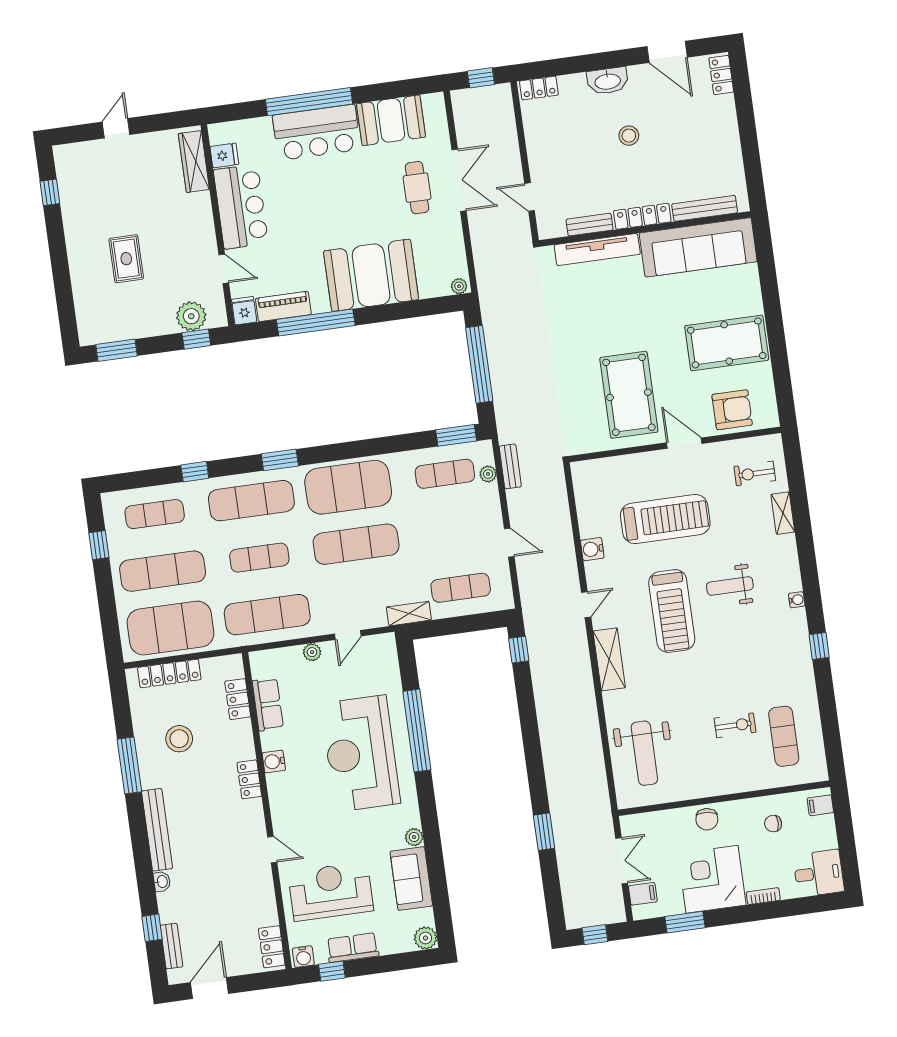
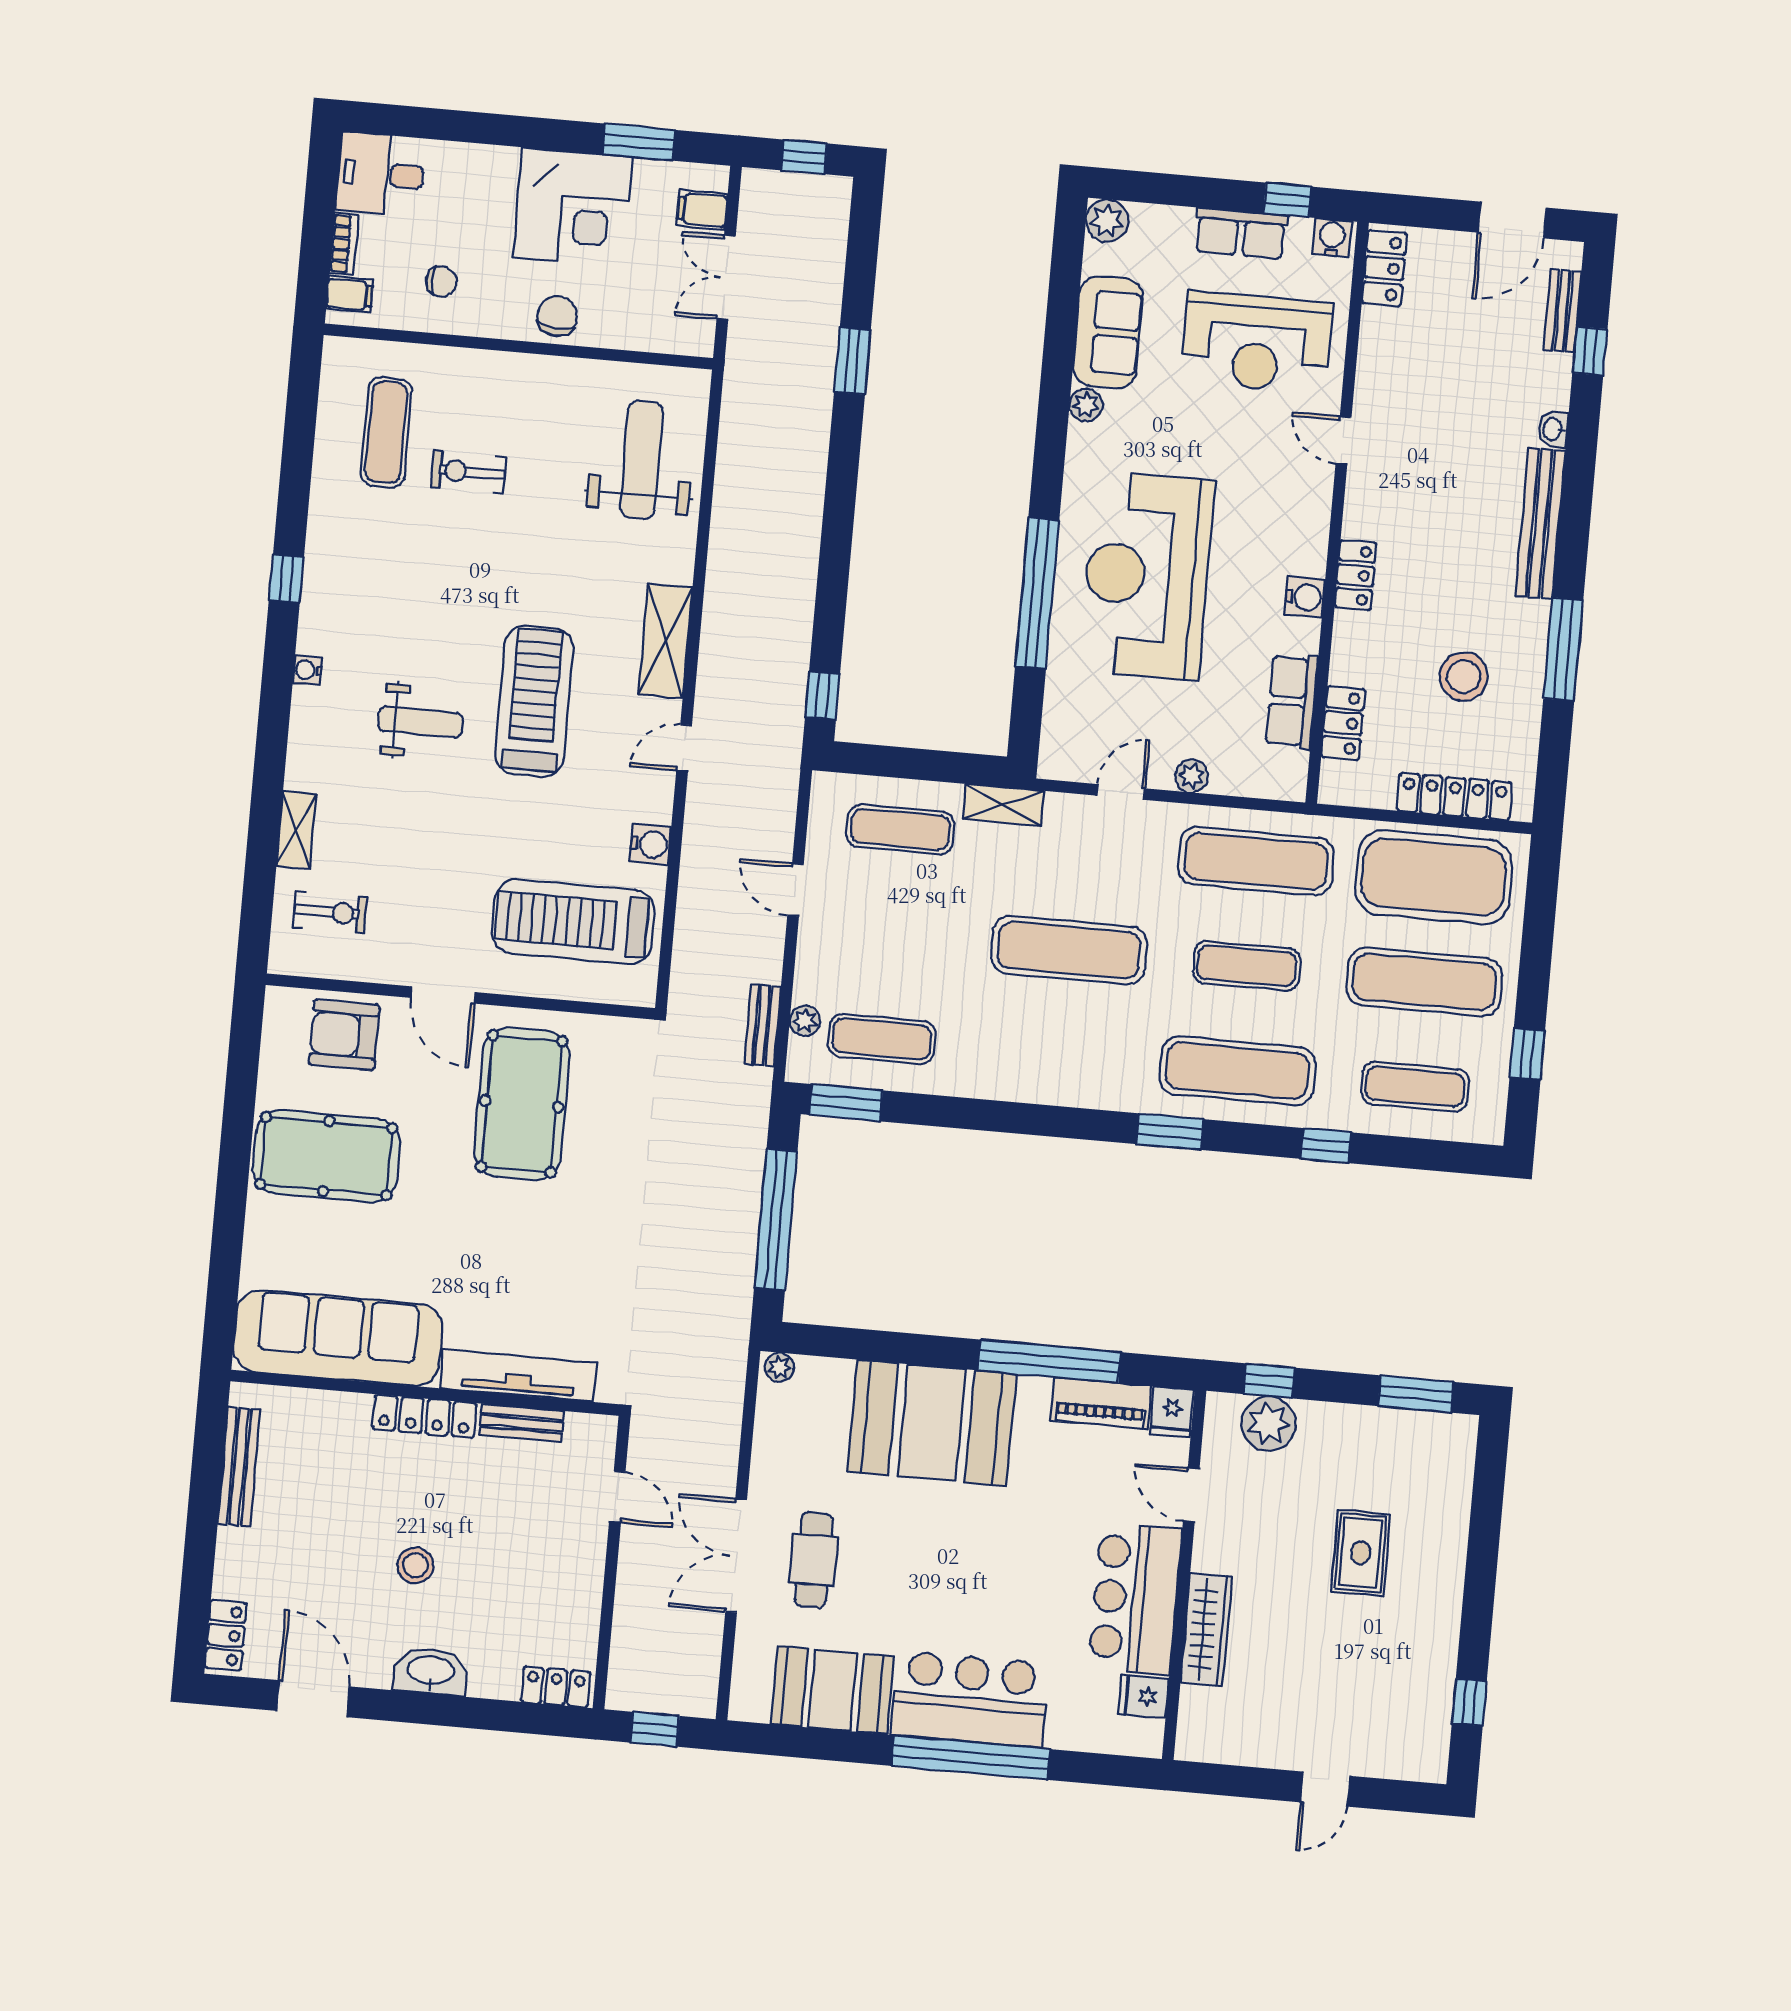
wardrobe: (194, 161) -> (1206, 1629), moved
bench: (705, 208) -> (239, 1467), moved, turned 90
exercise mat: (348, 487) -> (1060, 1055), removed
treadmill: (665, 519) -> (573, 922), moved
reception desk: (361, 753) -> (1147, 576), turned 180
bookcase: (763, 896) -> (344, 244), moved, turned -90

